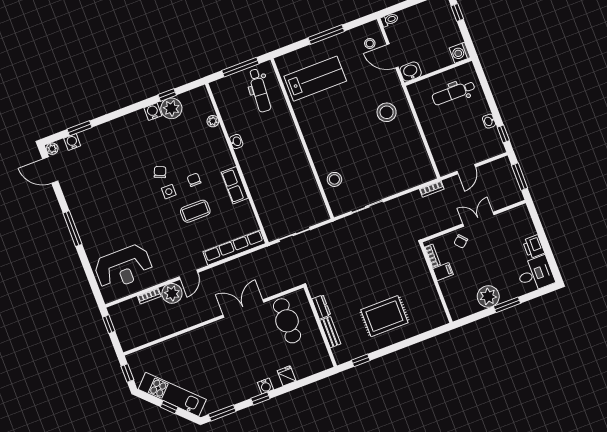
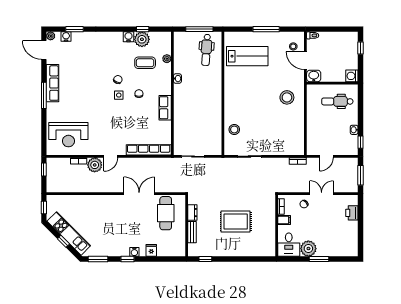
row of seats: (78, 209) -> (53, 83), added
coffee table: (195, 211) -> (145, 63), moved
printer: (533, 247) -> (352, 213), moved
desk: (535, 274) -> (289, 245), moved, turned 90
rug: (384, 316) -> (236, 221), moved

